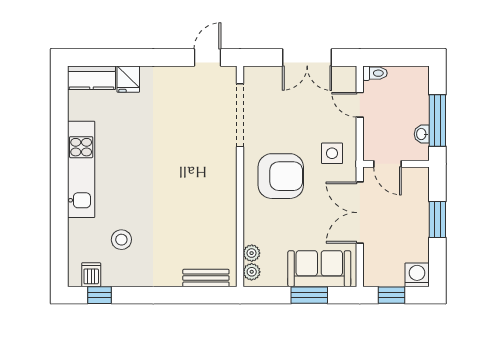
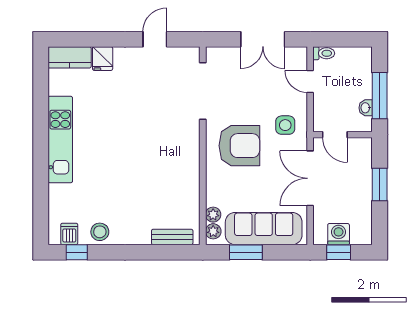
door: (207, 57) -> (155, 39), moved
stool: (121, 240) -> (100, 232), moved
sofa: (319, 269) -> (264, 229), width x1.36
washing machine: (417, 275) -> (339, 234), moved
window: (309, 295) -> (246, 252), moved

